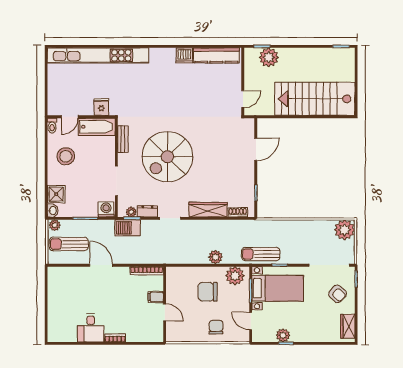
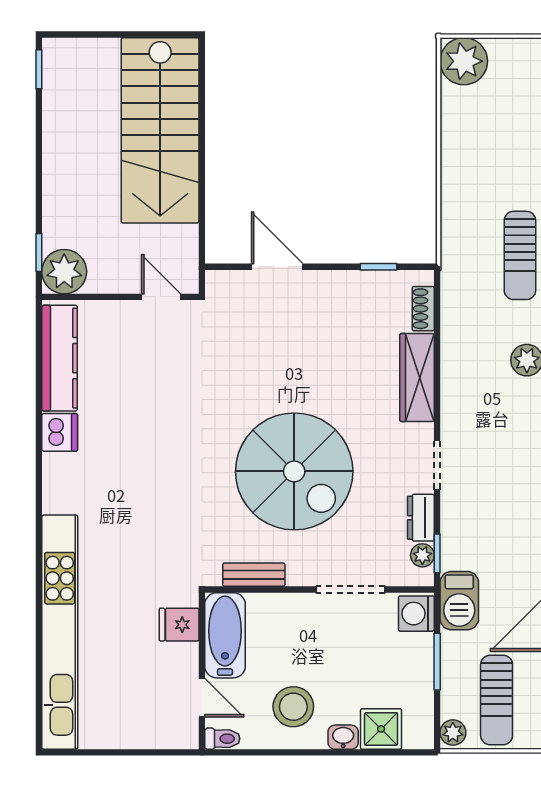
plant: (269, 57) -> (64, 272), moved
washbasin: (53, 211) -> (343, 737), moved
barbecue: (128, 228) -> (459, 601), moved

